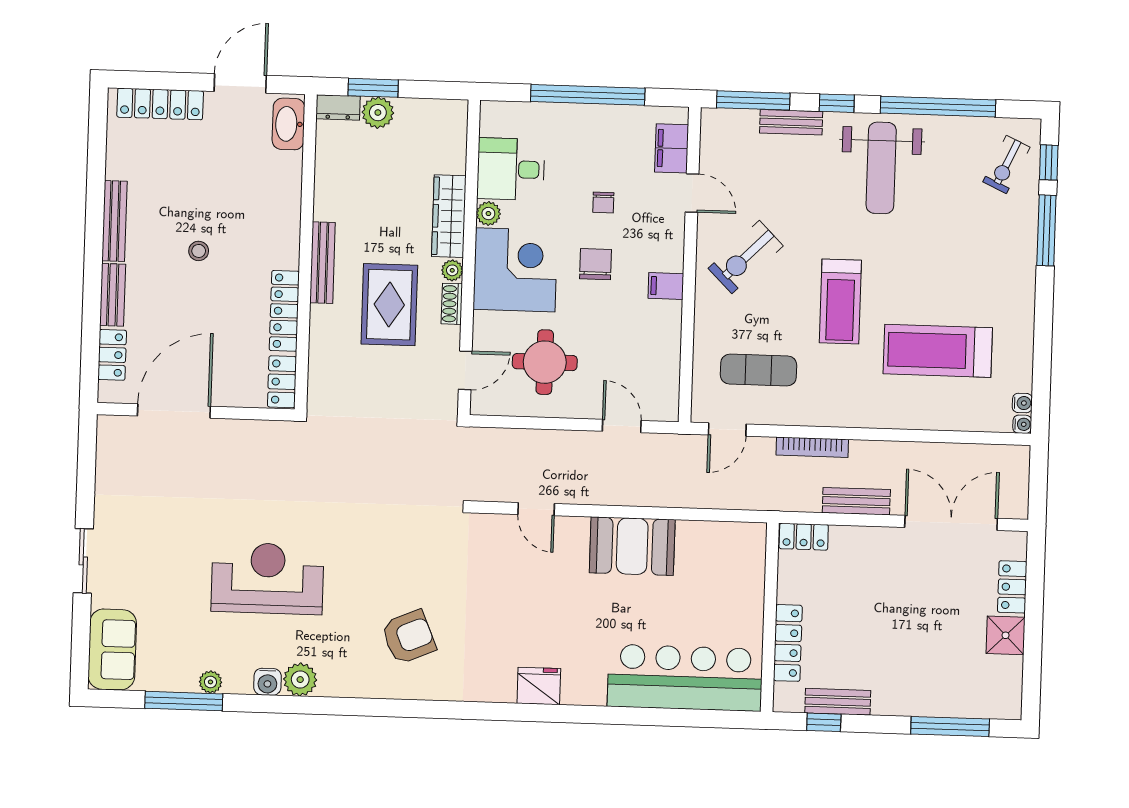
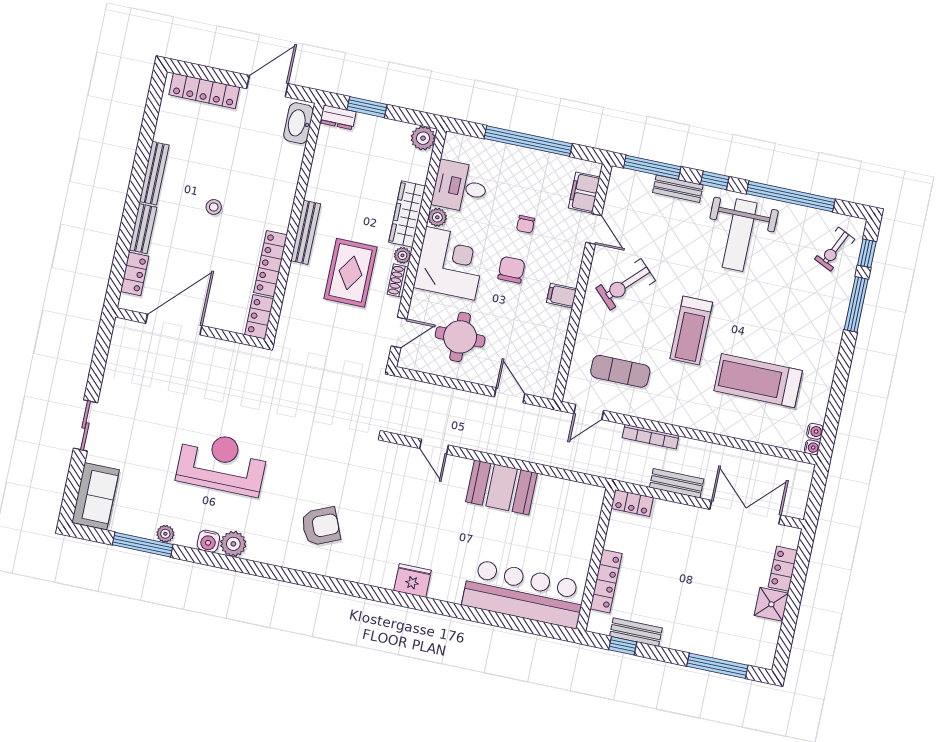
plant: (378, 113) -> (423, 138), moved

